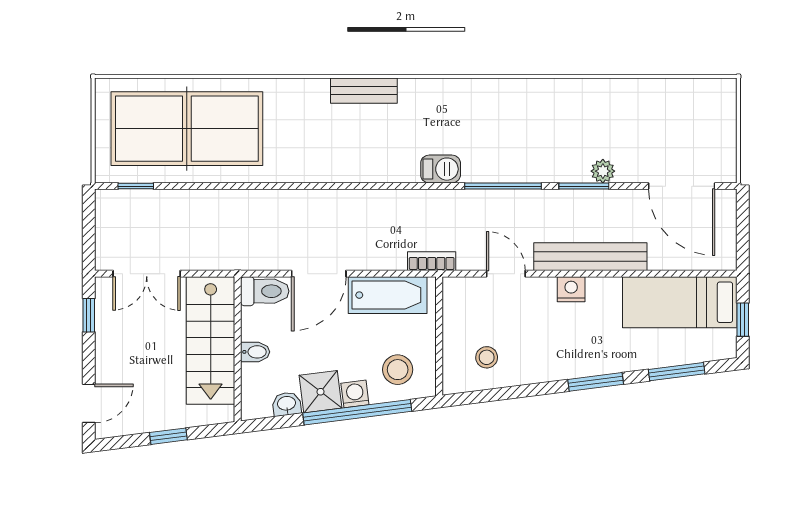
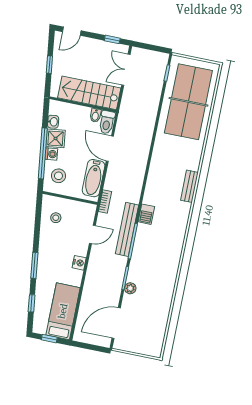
bench: (590, 257) -> (127, 229), moved
bidet: (255, 352) -> (95, 115), moved
window: (677, 372) -> (32, 303), width x0.67
door: (89, 403) -> (72, 31), hinge flipped

